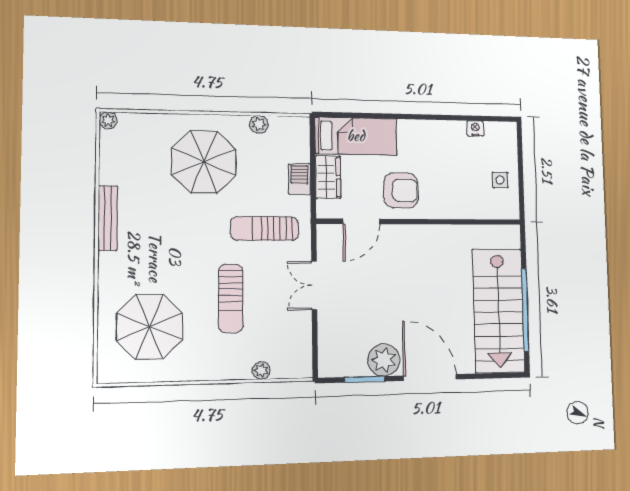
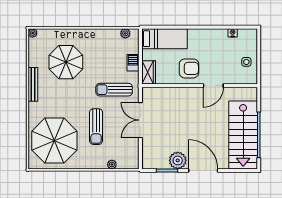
plant: (259, 124) -> (125, 33), moved
parasol: (204, 162) -> (66, 62), moved
wardrobe: (328, 177) -> (149, 72), moved
door: (361, 221) -> (213, 86), moved
double door: (314, 285) -> (140, 120), width x1.37
parasol: (149, 327) -> (54, 141), width x1.36, depth x1.36

